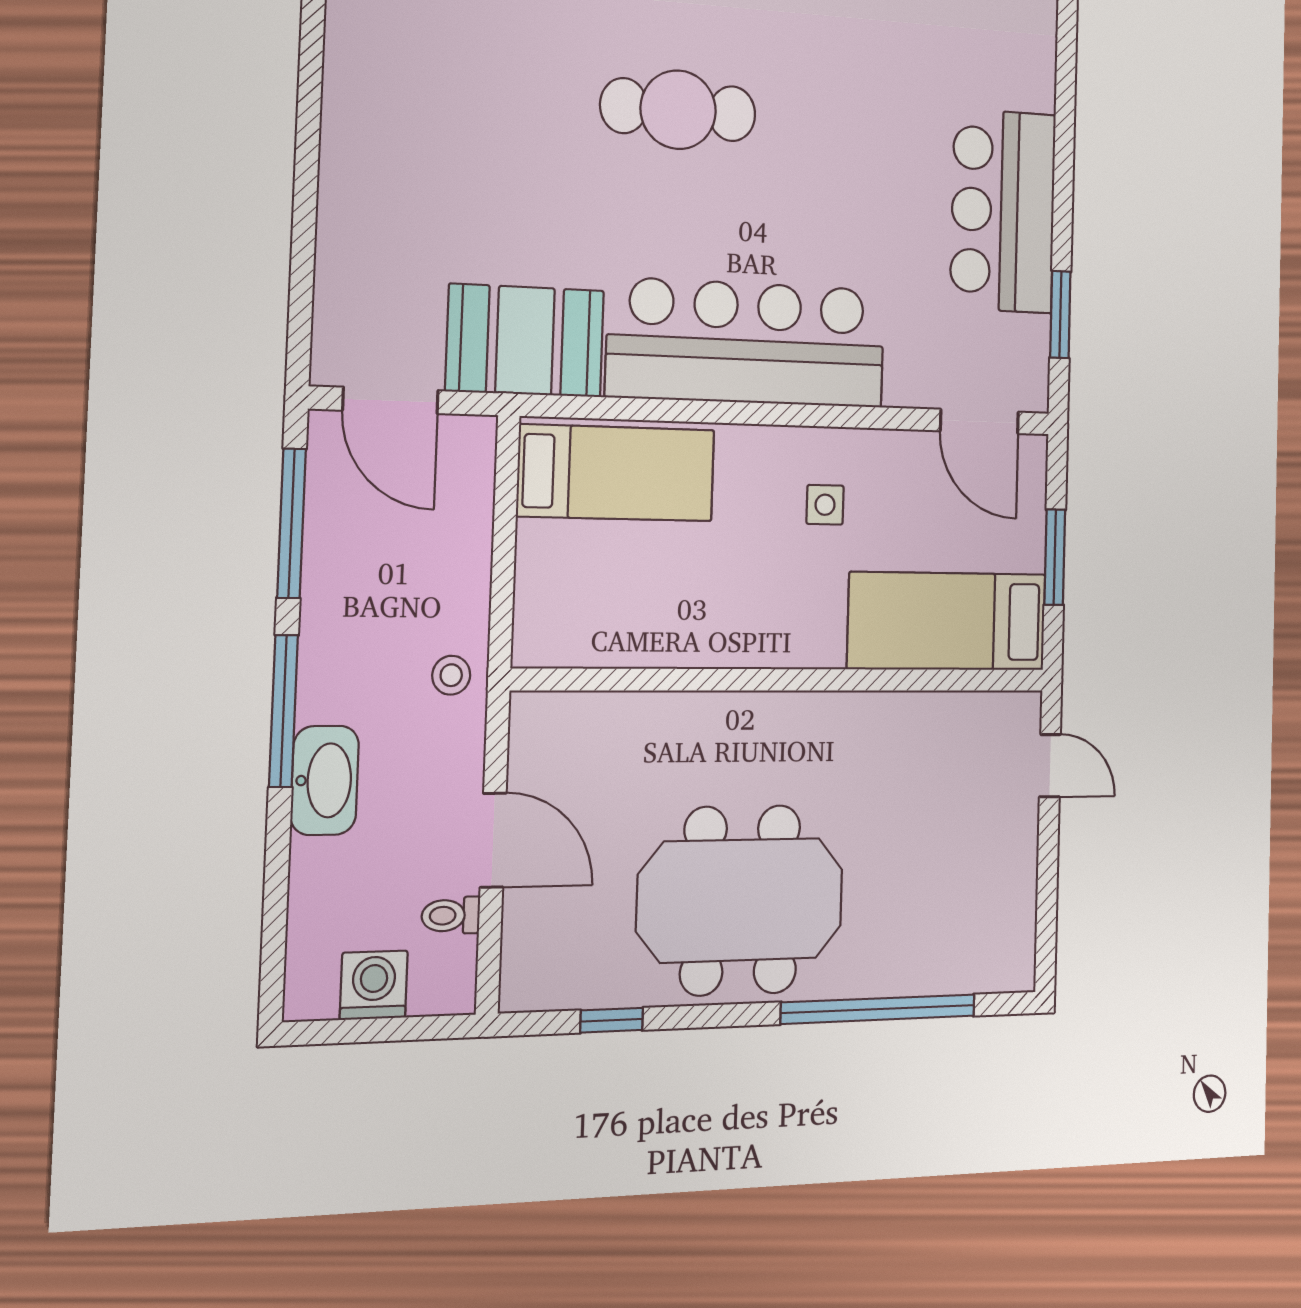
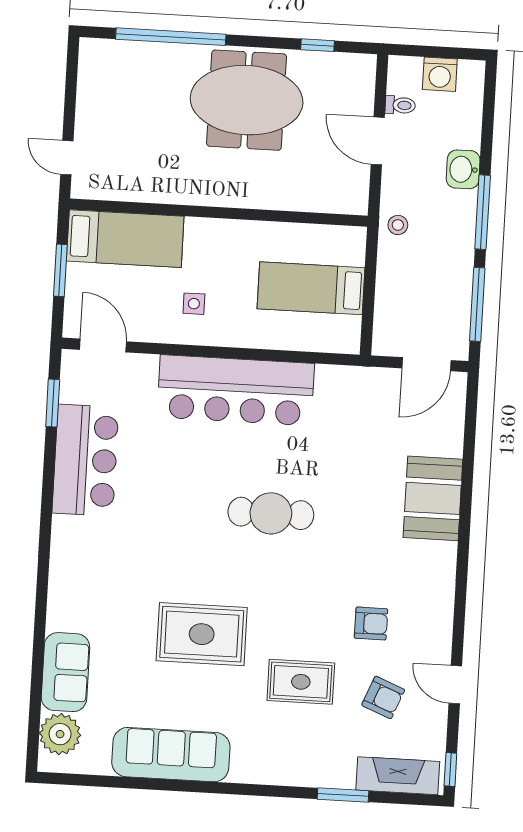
booth: (525, 341) -> (433, 498), moved, turned 90
door: (391, 400) -> (426, 364), swing flipped
bed: (616, 473) -> (311, 288), moved
washbasin: (325, 780) -> (463, 169), width x0.72

